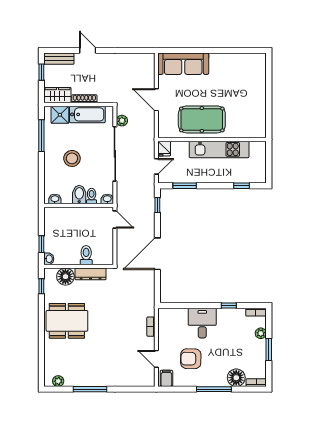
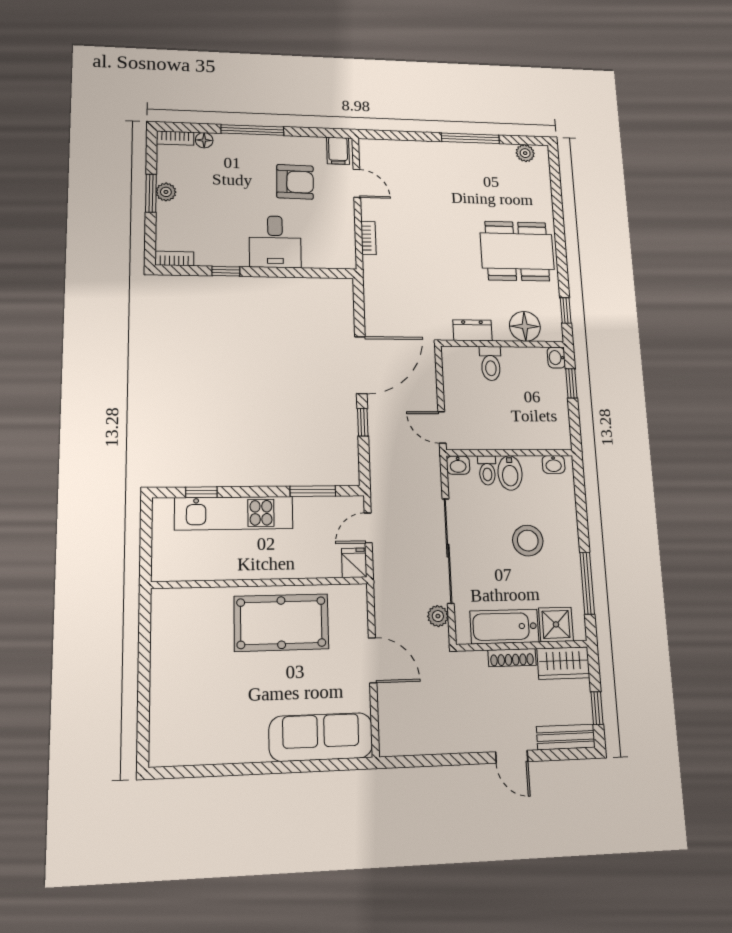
kitchen unit: (219, 149) -> (234, 513), moved, turned 180
window: (157, 205) -> (363, 422), moved
dresser: (91, 274) -> (472, 330), width x0.70
plant: (261, 333) -> (166, 192), moved
floor lamp: (236, 378) -> (204, 140), width x0.53, depth x0.53

